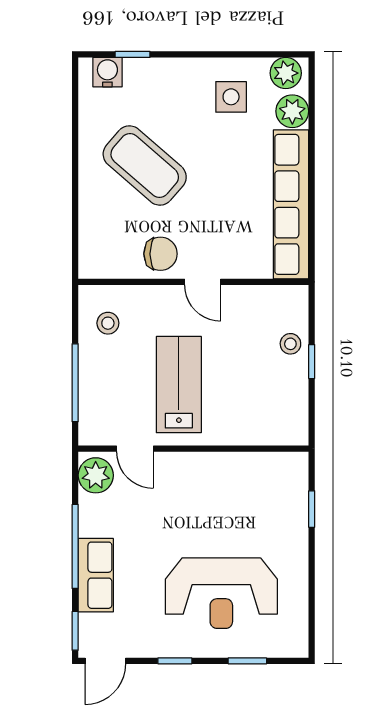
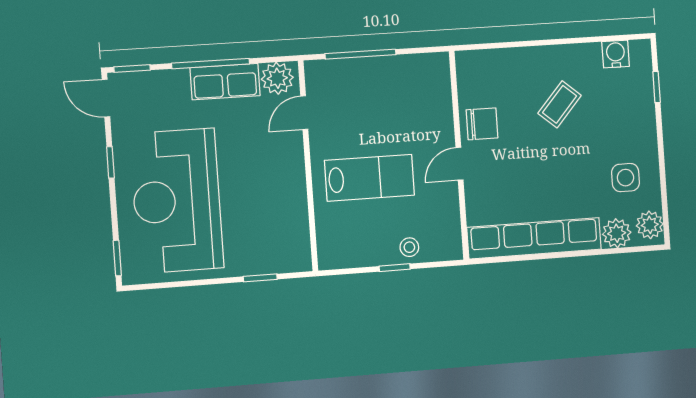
water cooler: (107, 72) -> (616, 54), moved, turned -90
coffee table: (145, 166) -> (560, 104), width x0.54, depth x0.58
chair: (160, 254) -> (482, 124), turned -90
stool: (108, 323) -> (416, 80), removed
lab bench: (179, 385) -> (369, 178), moved
row of seats: (96, 575) -> (225, 82), moved
reception desk: (221, 593) -> (177, 201), width x1.36, depth x1.30
window: (247, 661) -> (117, 258), moved

